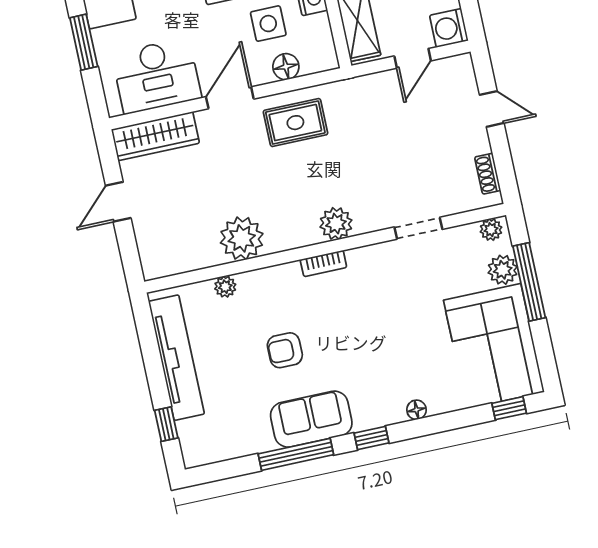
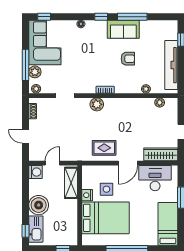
floor lamp: (286, 67) -> (103, 171), removed
plant: (242, 238) -> (160, 102), moved, width x0.53, depth x0.53

